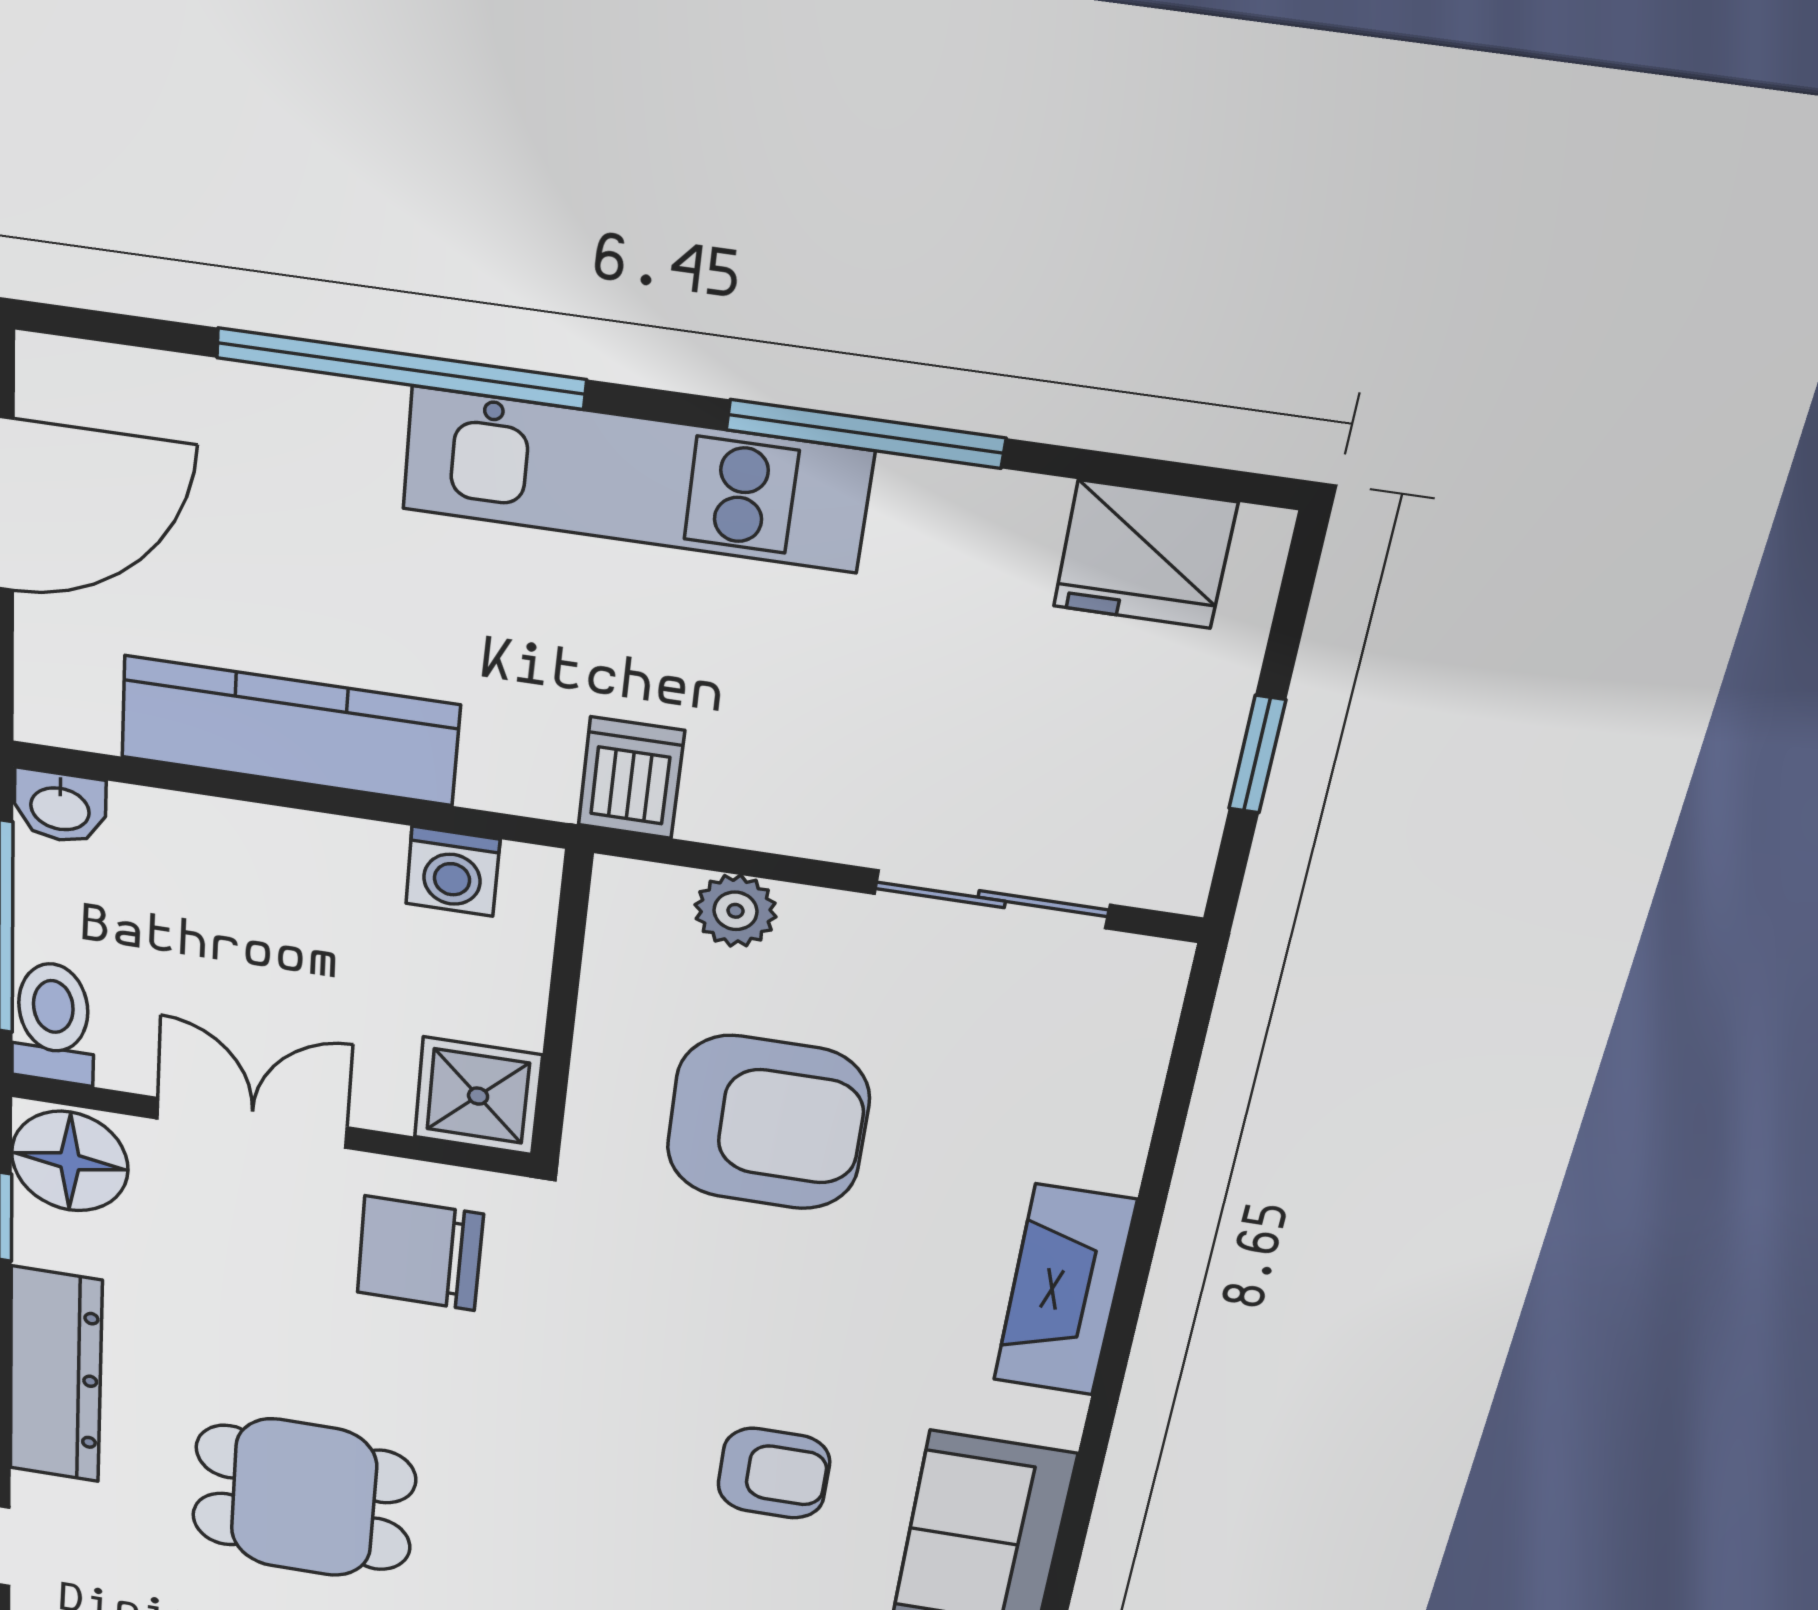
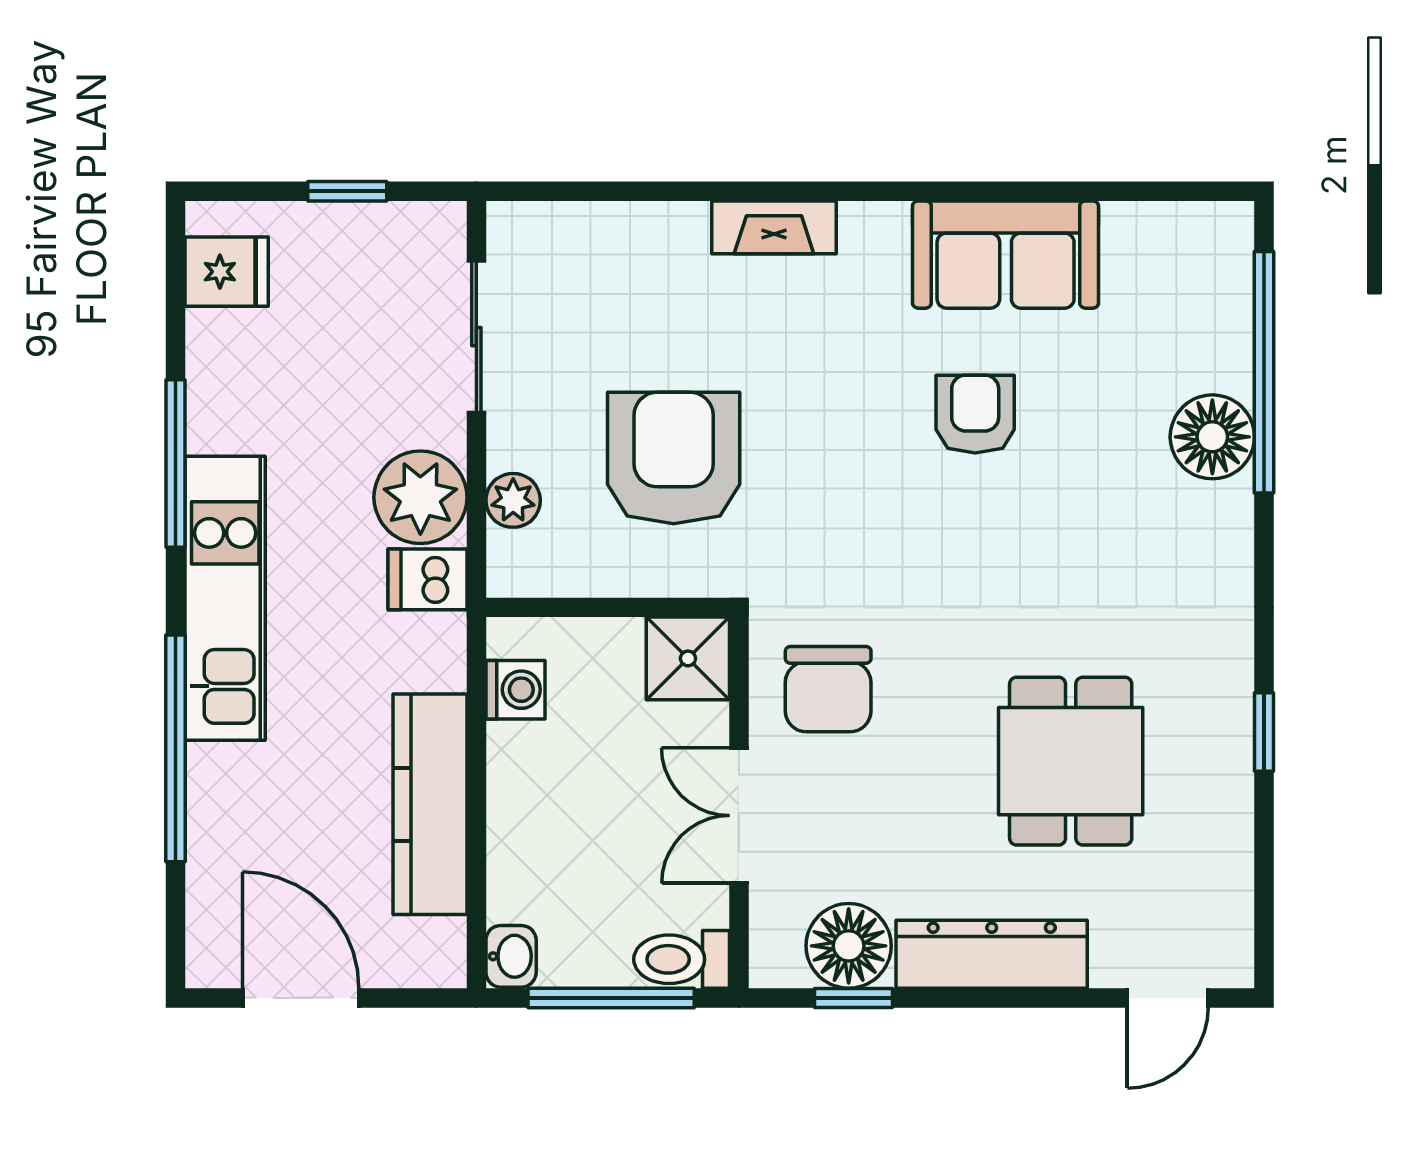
fridge: (1145, 555) -> (227, 272), width x0.72
plant: (758, 787) -> (420, 497), added
floor lamp: (70, 1161) -> (849, 946), moved
fireplace: (1064, 1291) -> (774, 227), width x0.73, depth x0.76

